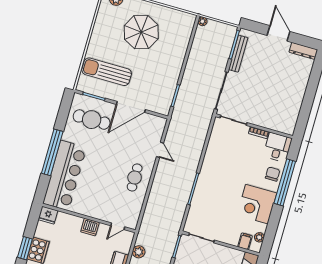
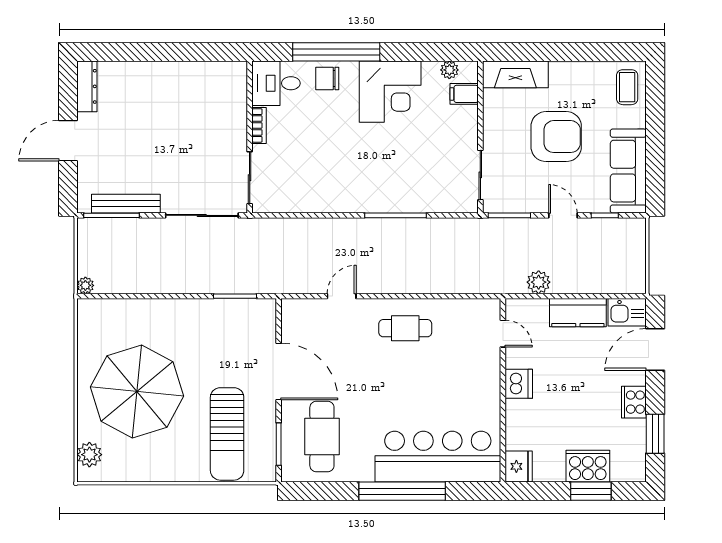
parasol: (141, 32) -> (137, 392), width x1.36, depth x1.36

